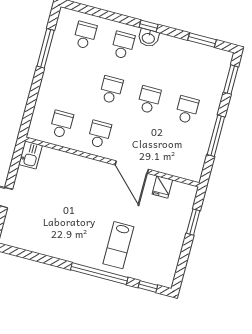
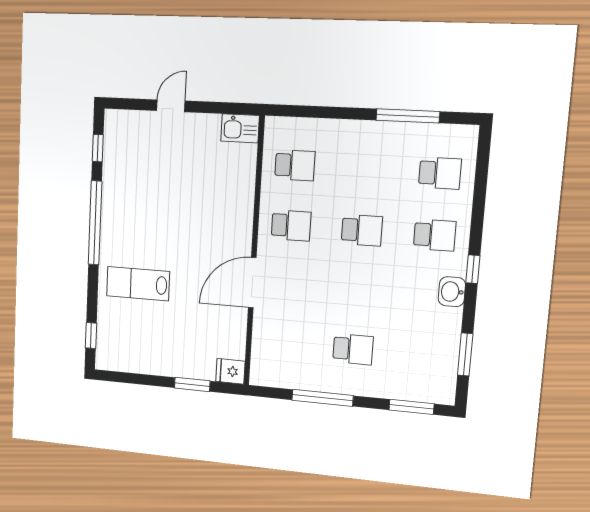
washbasin: (148, 38) -> (452, 292), moved
school desk: (149, 100) -> (357, 290), removed
fridge: (162, 187) -> (230, 371), moved
window: (23, 253) -> (98, 148), added
window: (99, 274) -> (95, 223), moved

